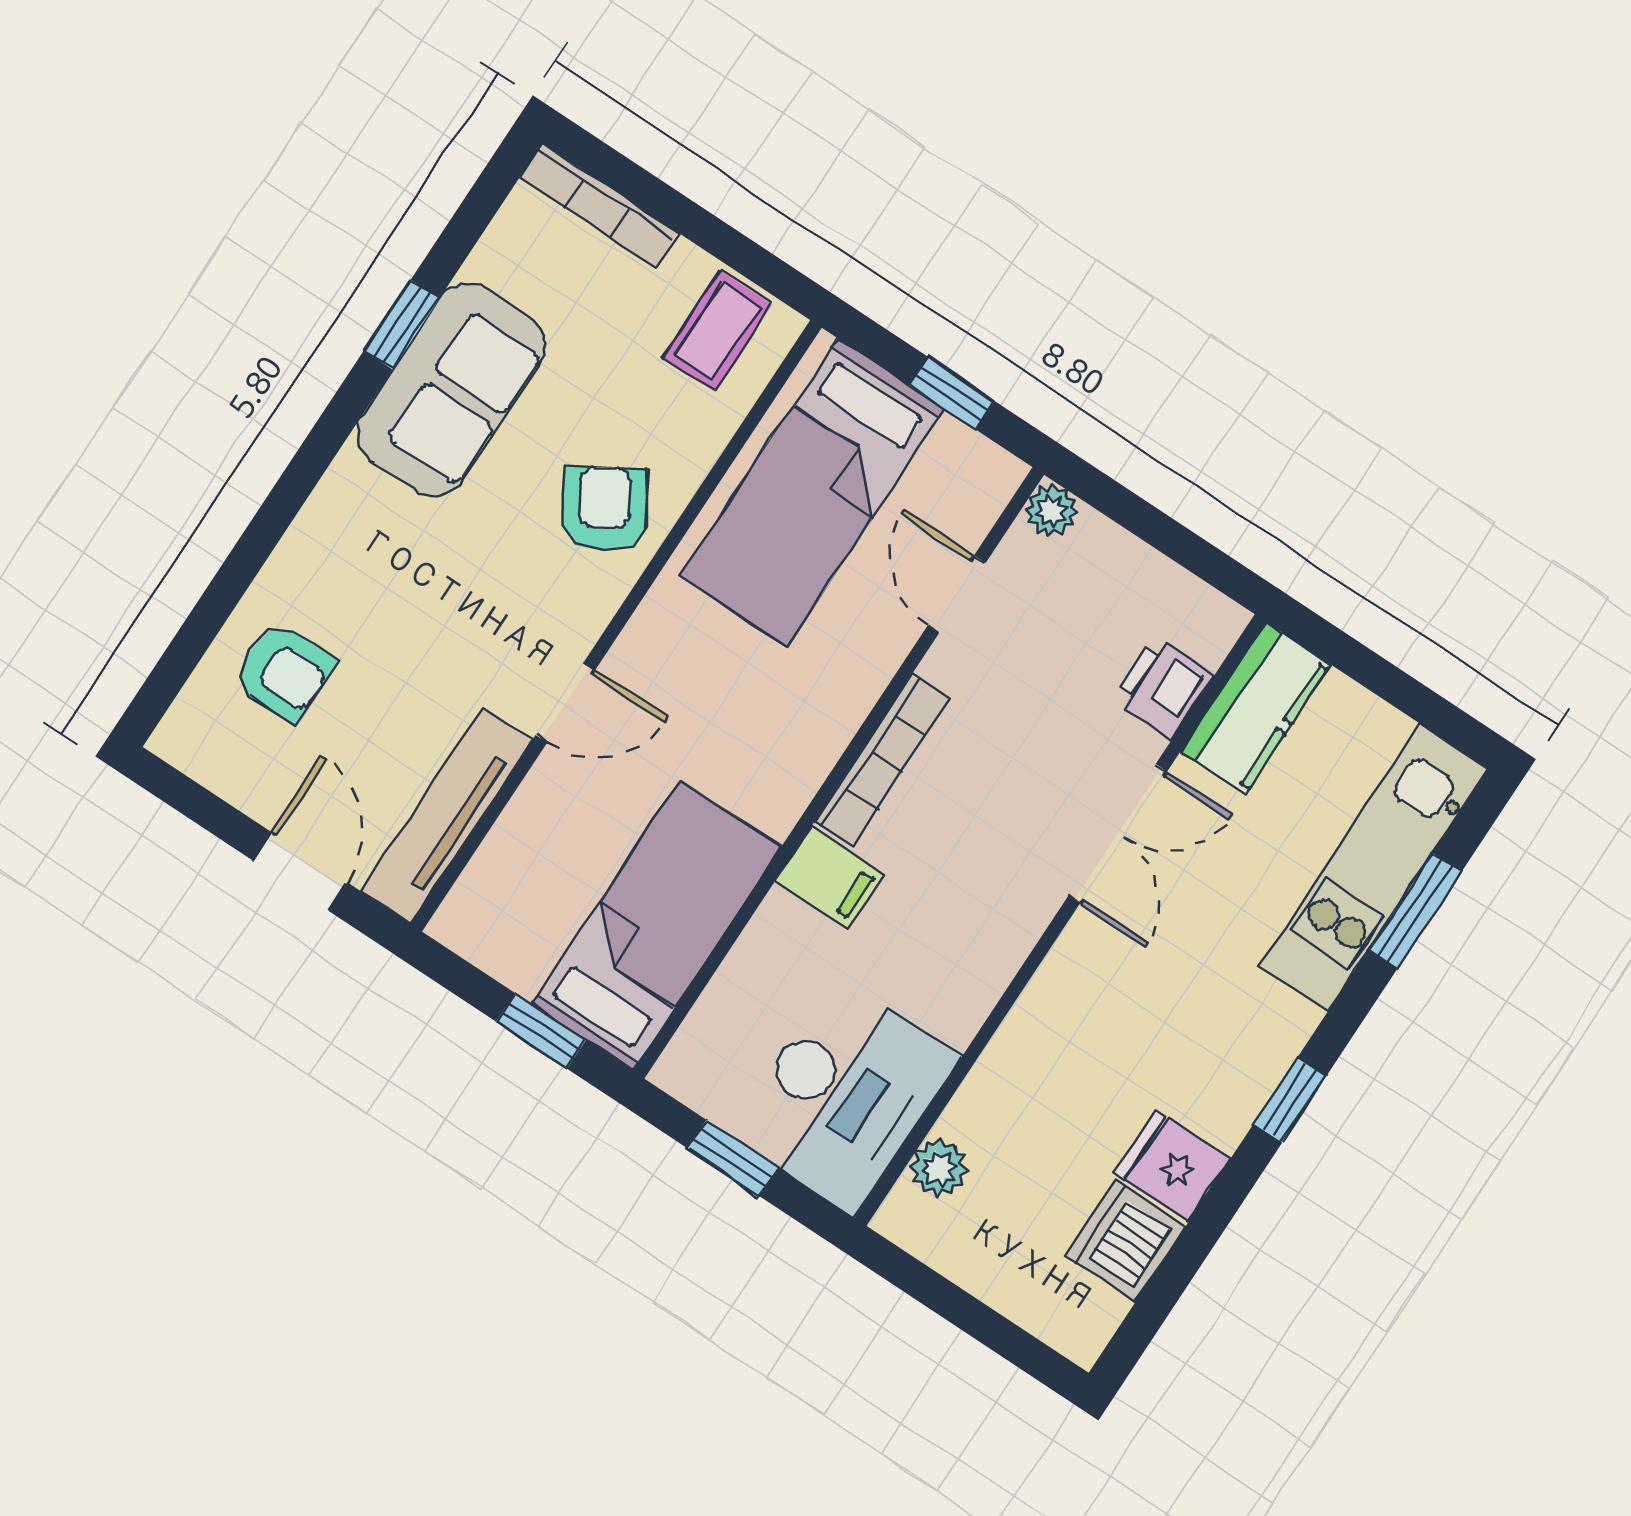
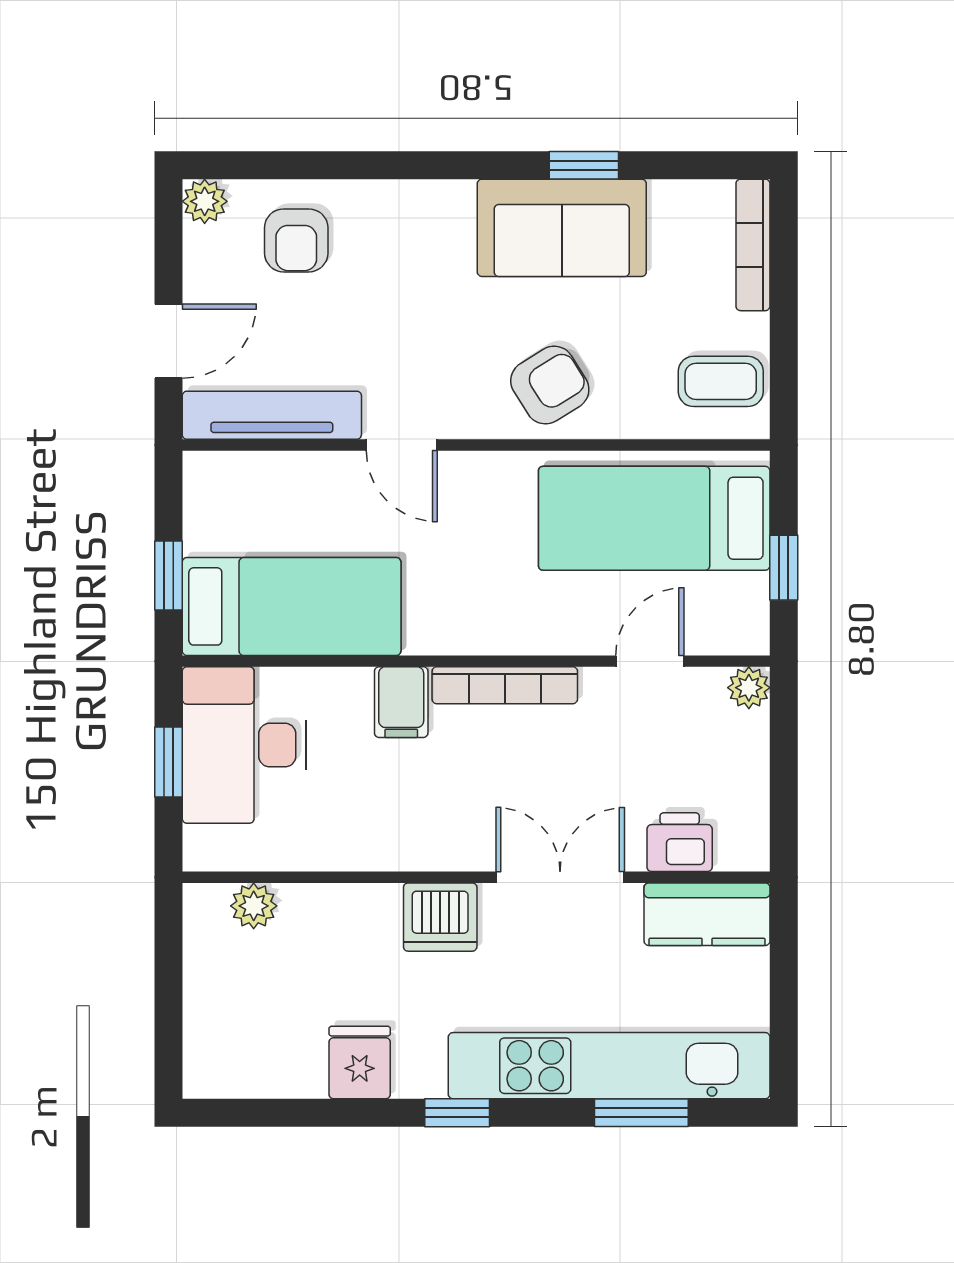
plant: (181, 739) -> (205, 201), added
double door: (1118, 834) -> (560, 877), swing flipped
kitchen unit: (1374, 867) -> (609, 1066), width x1.36
desk: (845, 1096) -> (244, 745), moved, turned 90
dishwasher: (1125, 1241) -> (440, 917), moved, turned 180

